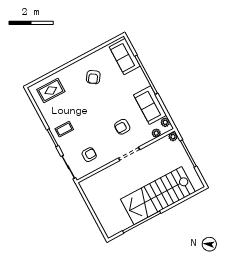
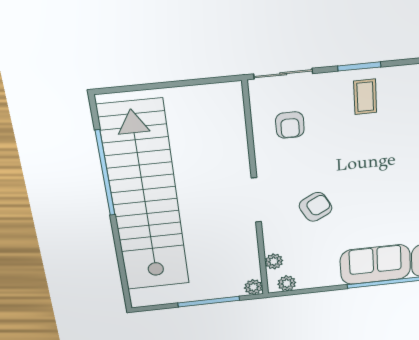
sofa: (150, 105) -> (375, 264), moved
armchair: (122, 127) -> (315, 207), turned 62
stairs: (158, 196) -> (145, 198), width x1.36

